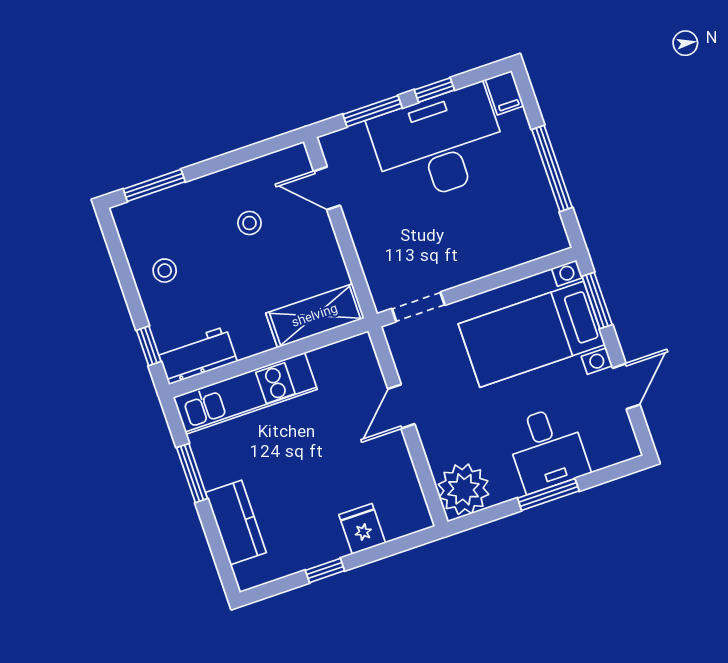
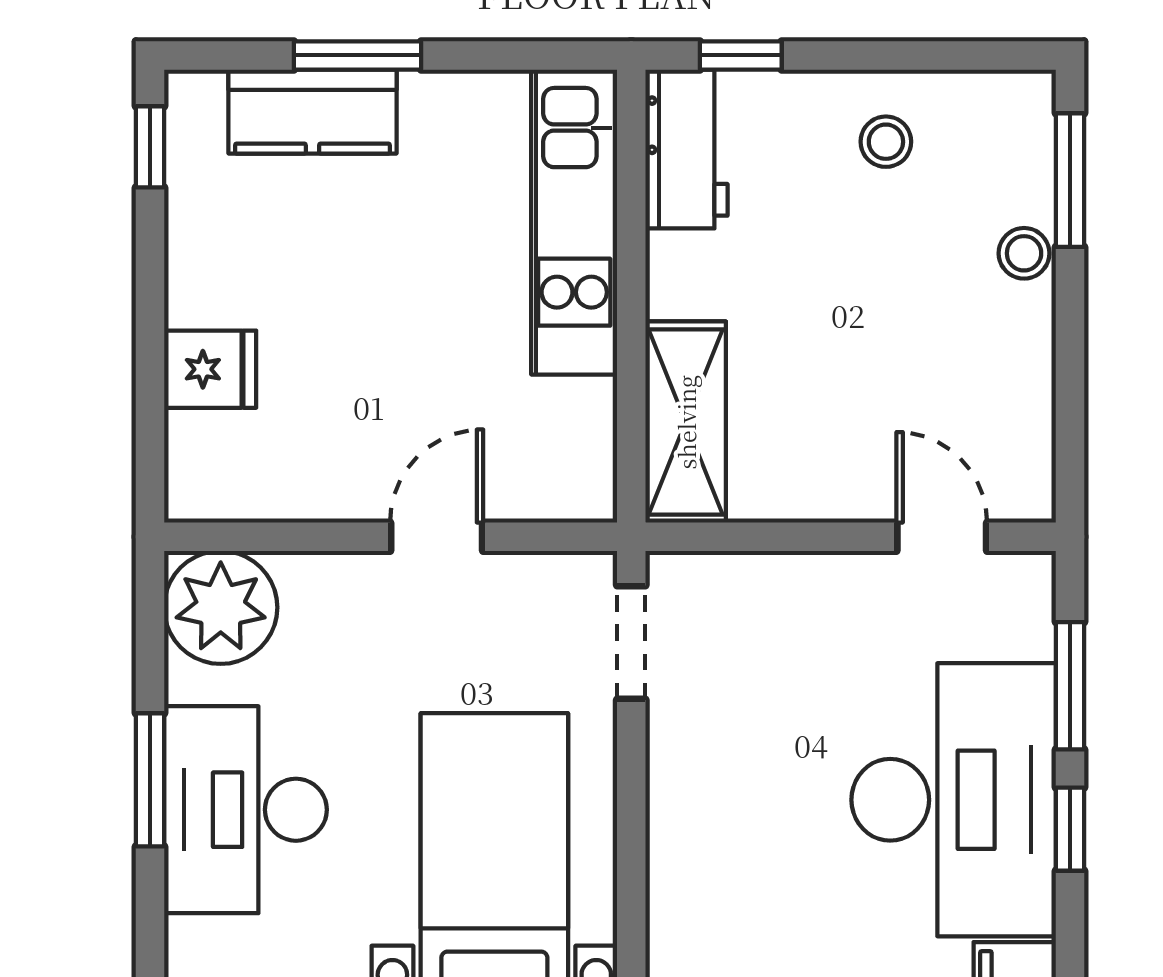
door: (327, 188) -> (942, 537), hinge flipped
stool: (249, 223) -> (1024, 253), moved
door: (401, 406) -> (437, 537), hinge flipped
desk: (547, 449) -> (245, 810), width x1.37
window: (192, 473) -> (357, 55), moved
window: (325, 570) -> (150, 147), moved

